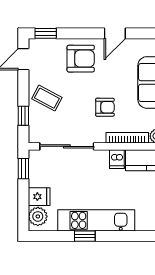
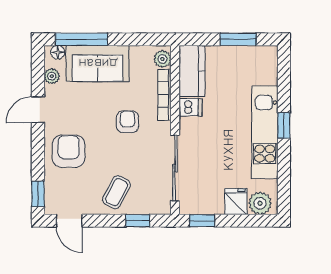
door: (115, 33) -> (38, 110), swing flipped
plant: (143, 45) -> (52, 76), added
window: (85, 236) -> (284, 126), moved

